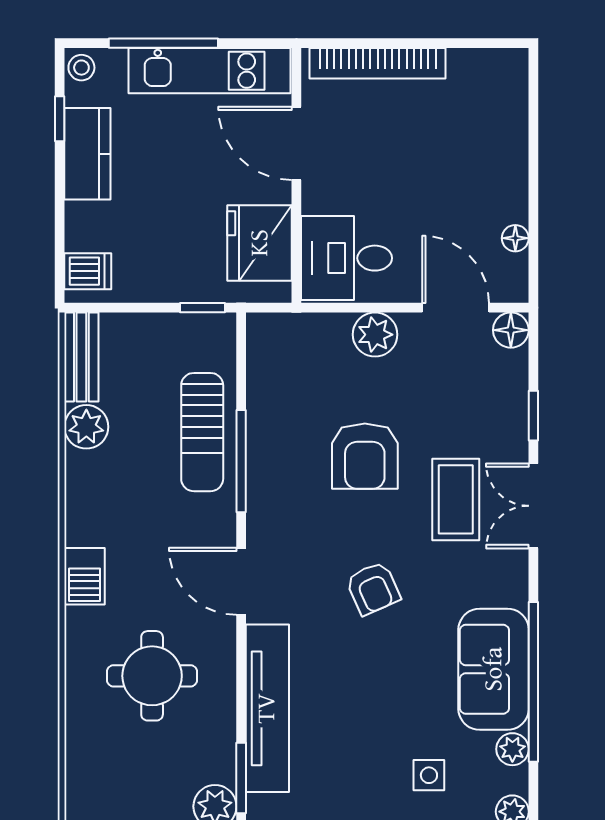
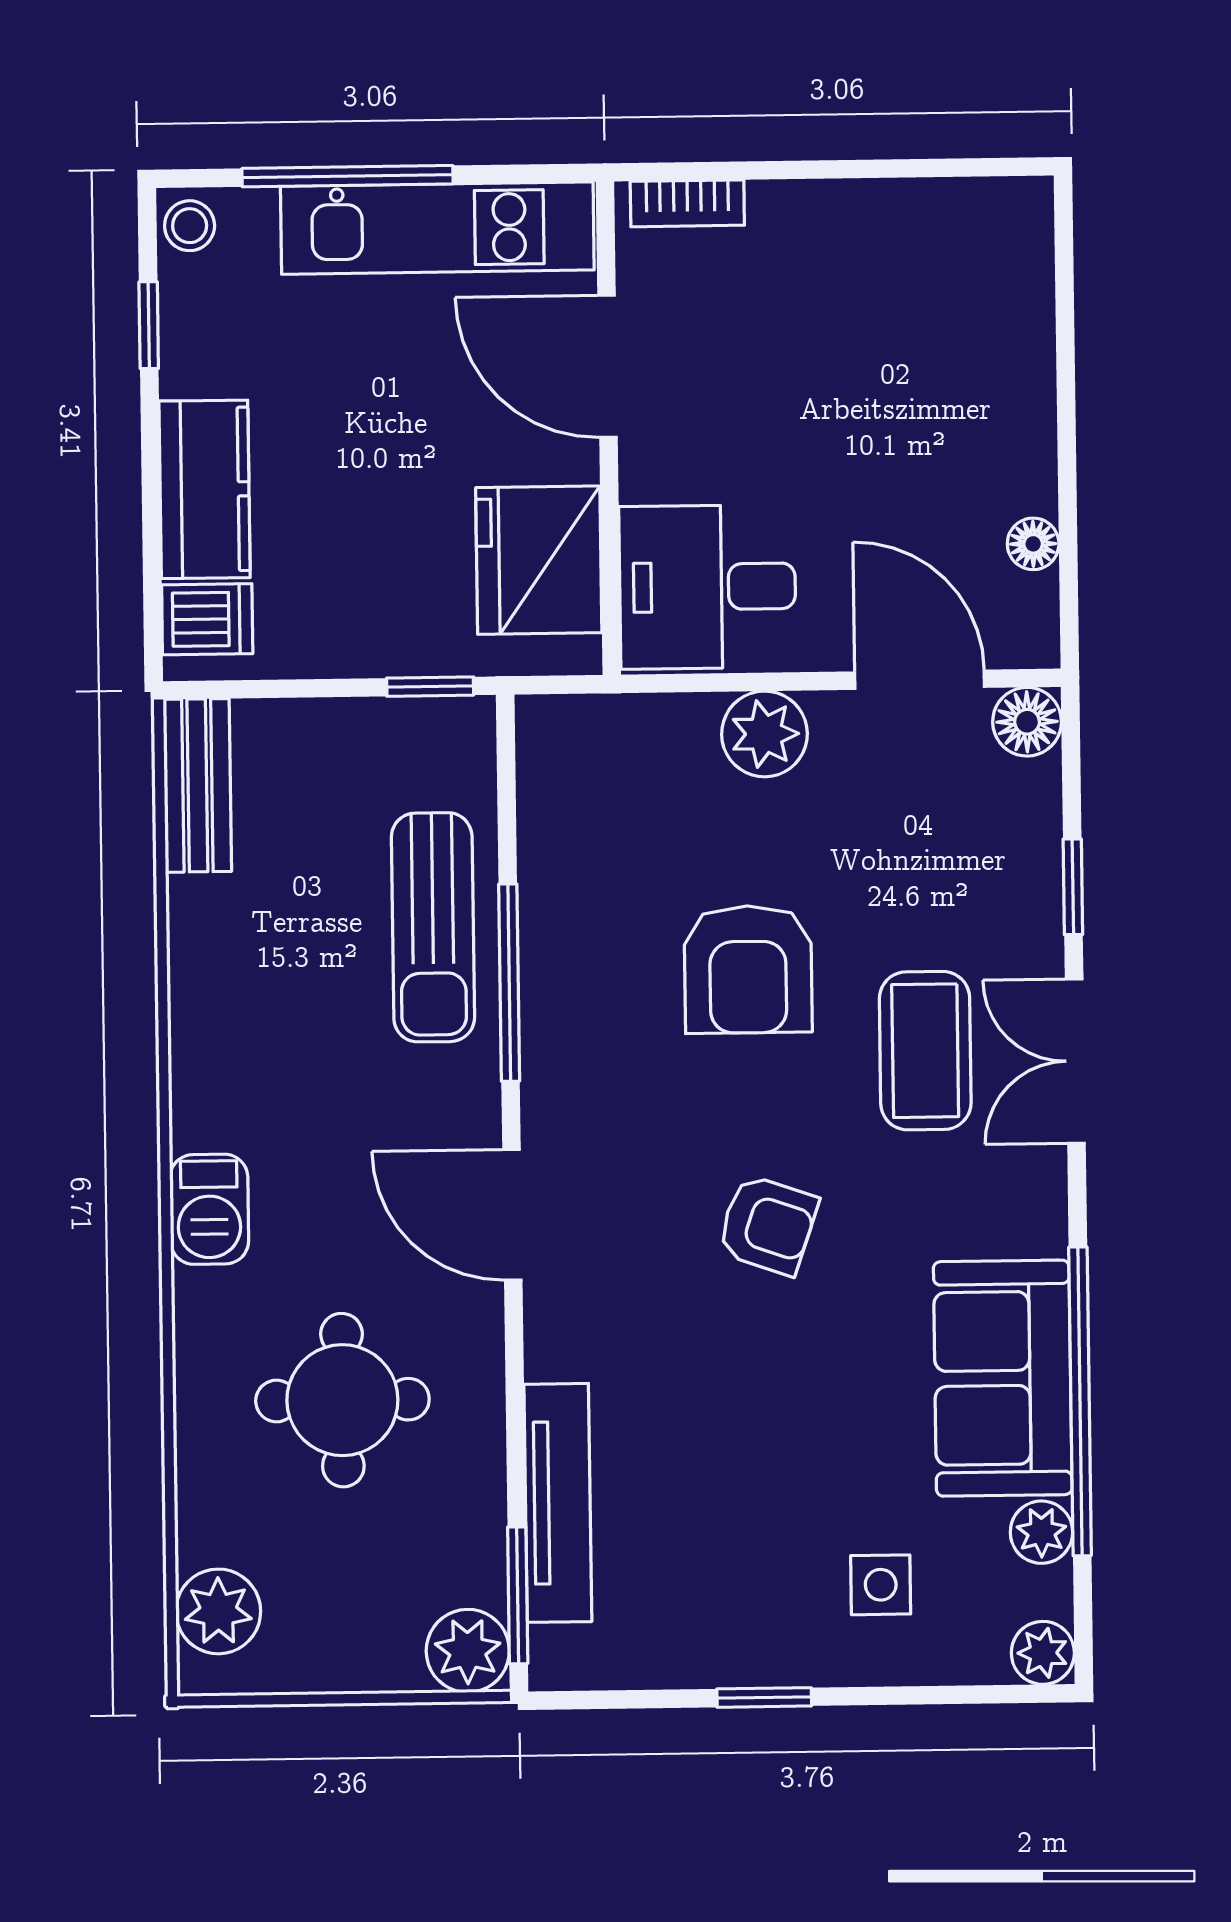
bookcase: (378, 63) -> (687, 203), width x0.43, depth x0.76
kitchen counter: (87, 154) -> (205, 489), moved
plant: (86, 427) -> (218, 1611), moved
armchair: (373, 588) -> (768, 1225), turned -47
tv unit: (267, 708) -> (558, 1503), width x0.73, depth x0.78

